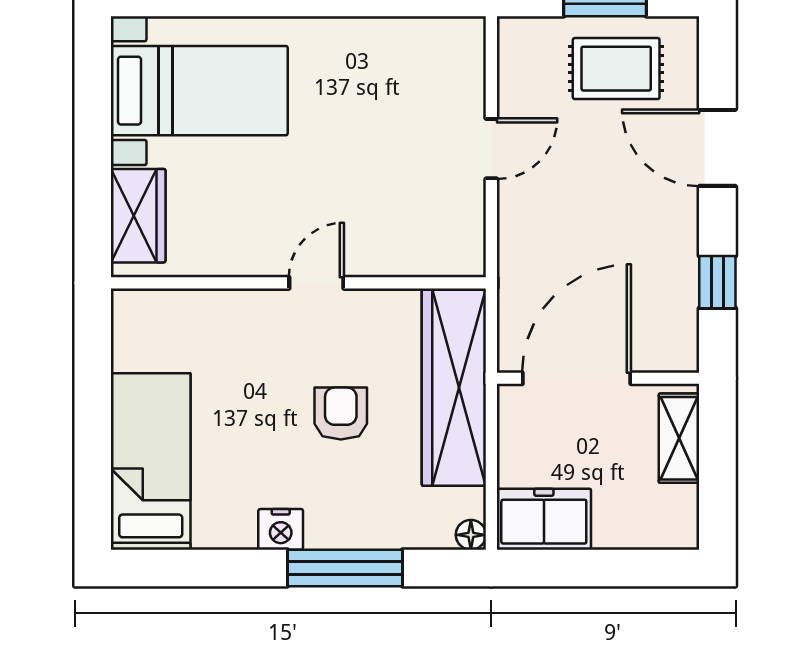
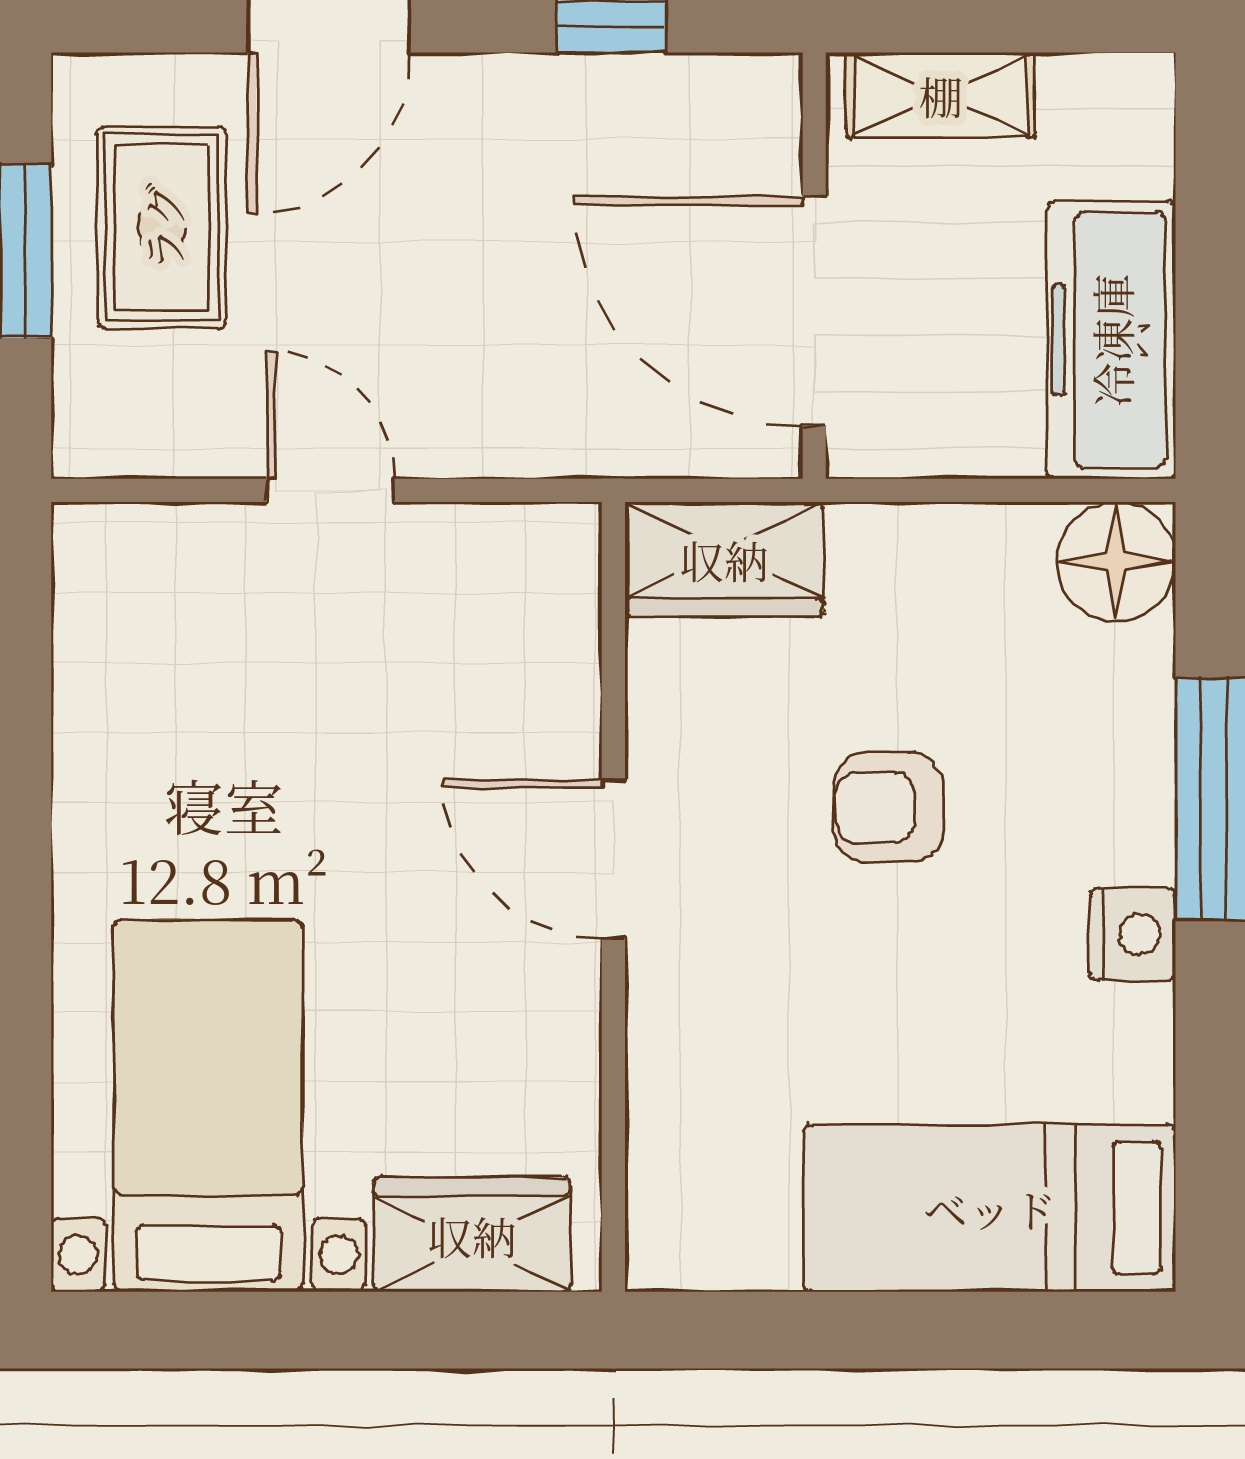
door: (316, 283) -> (613, 859), width x1.38
wardrobe: (454, 387) -> (724, 559), width x0.48, depth x0.85
freezer: (544, 519) -> (1111, 340), width x1.40
floor lamp: (471, 535) -> (1116, 561), width x1.89, depth x1.89

